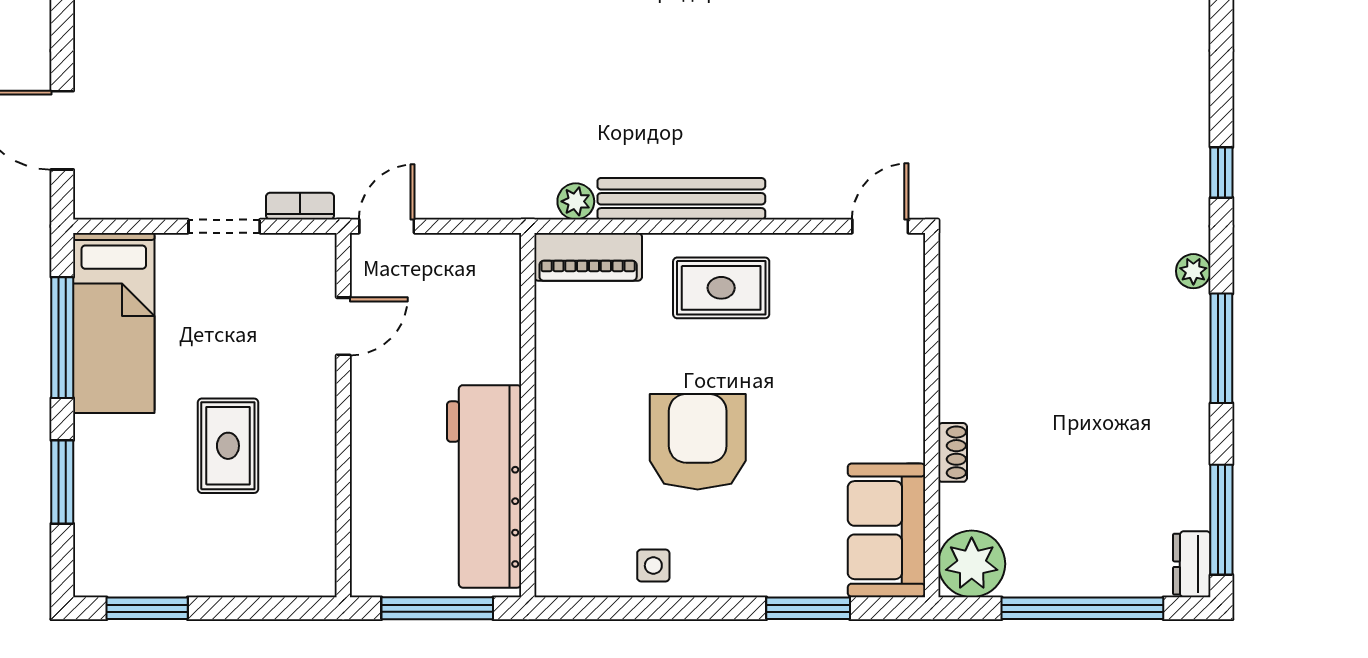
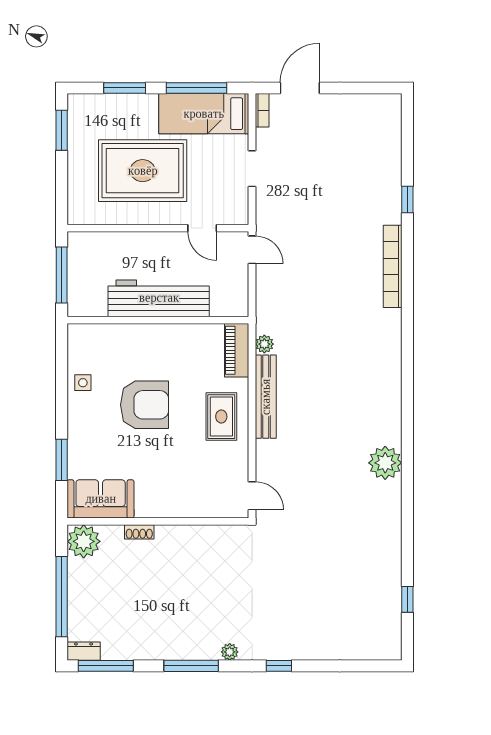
bookcase: (300, 206) -> (262, 110), moved
rug: (228, 446) -> (143, 171), width x1.86, depth x2.06
workbench: (484, 486) -> (159, 298), moved

